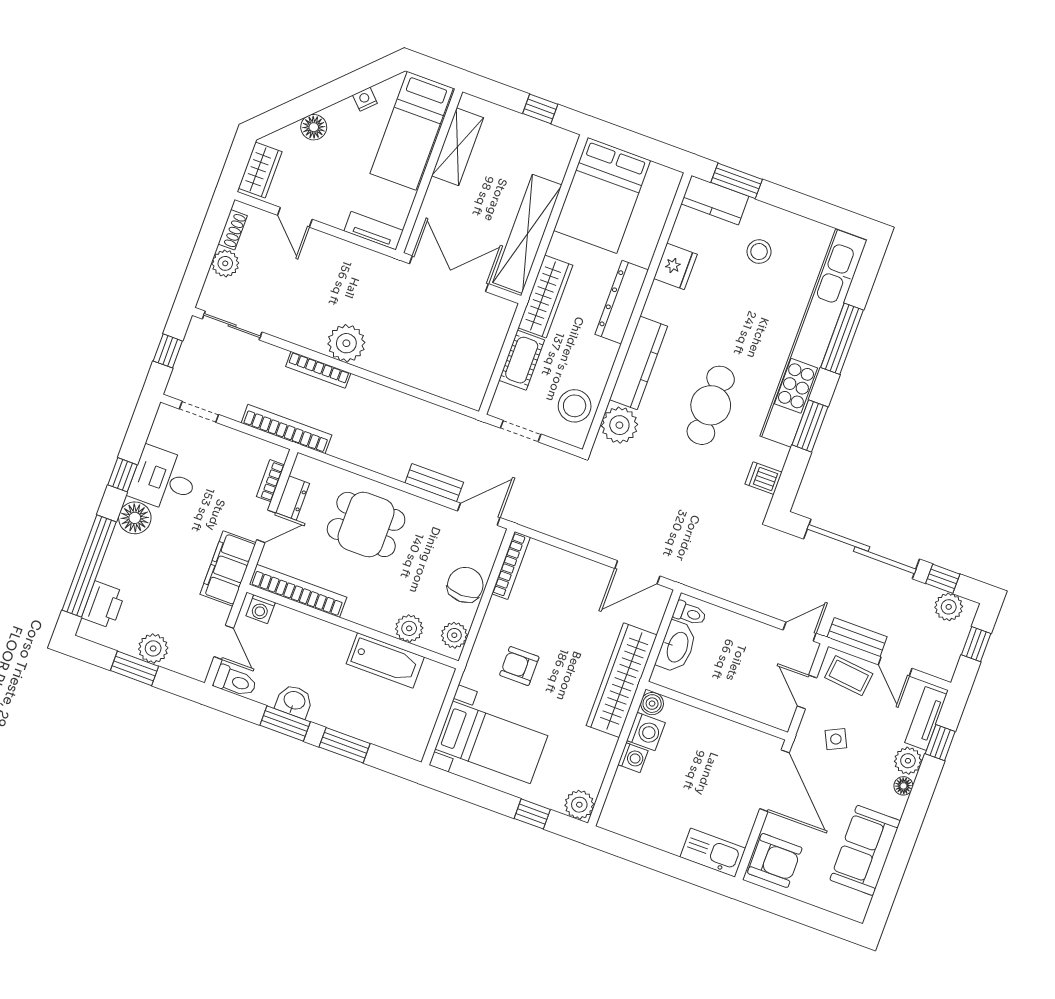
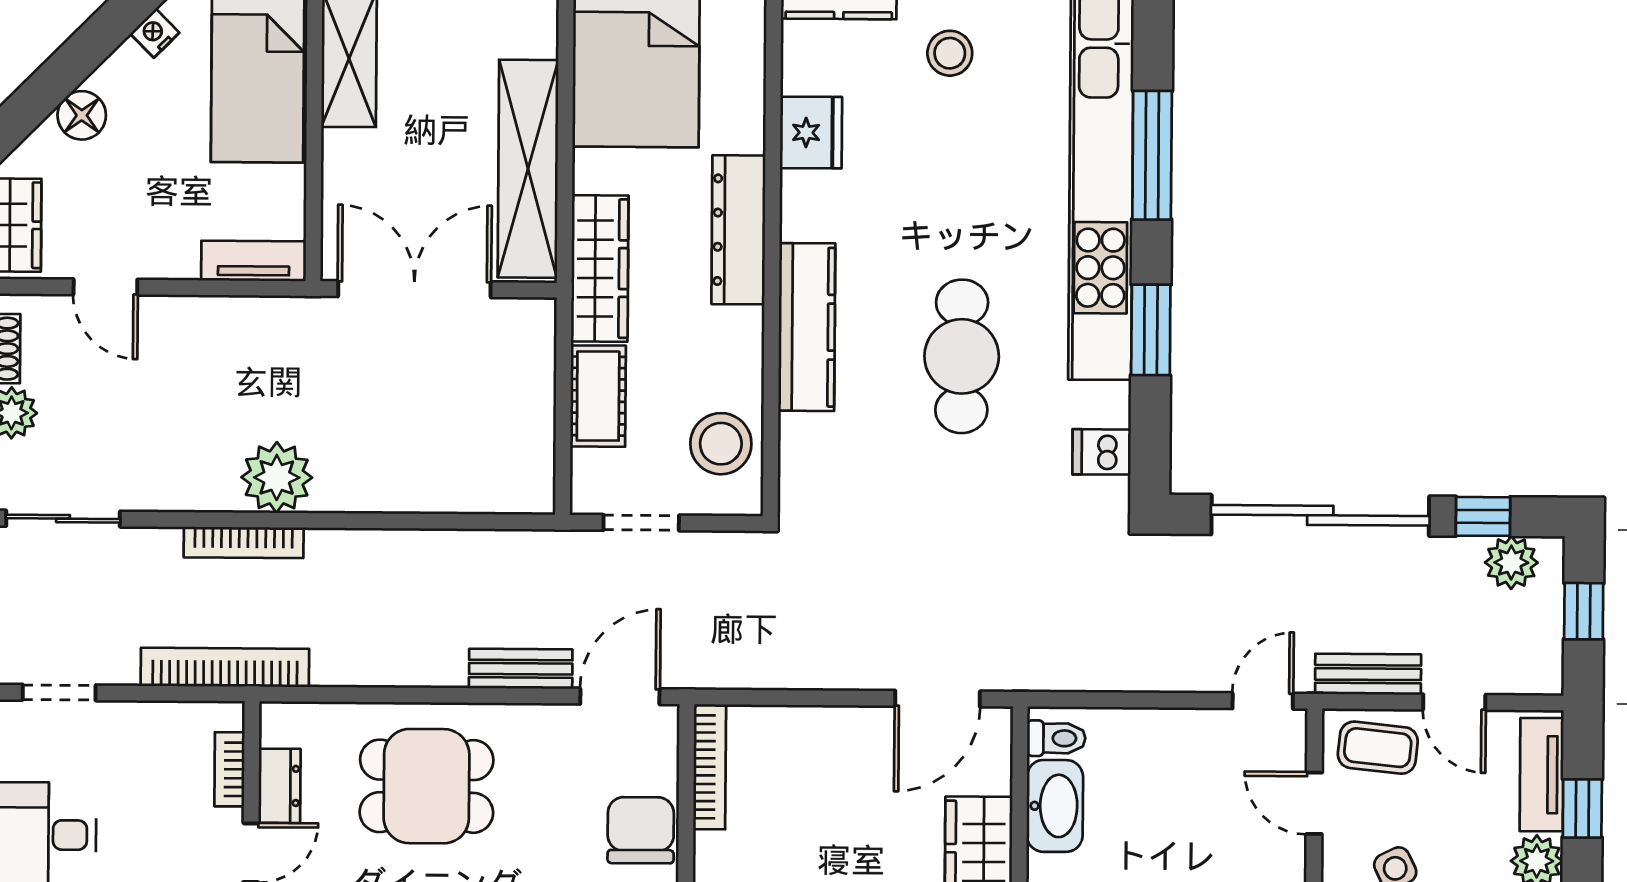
plant: (619, 425) -> (813, 449), removed

